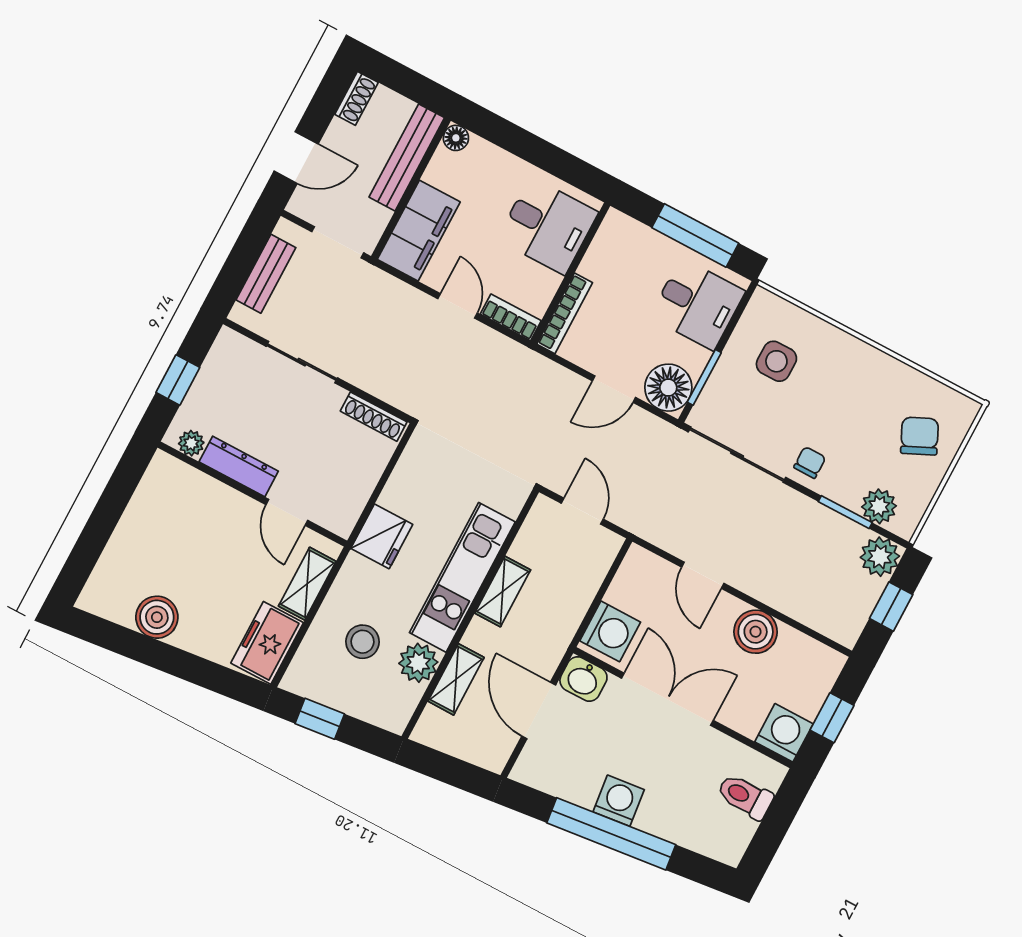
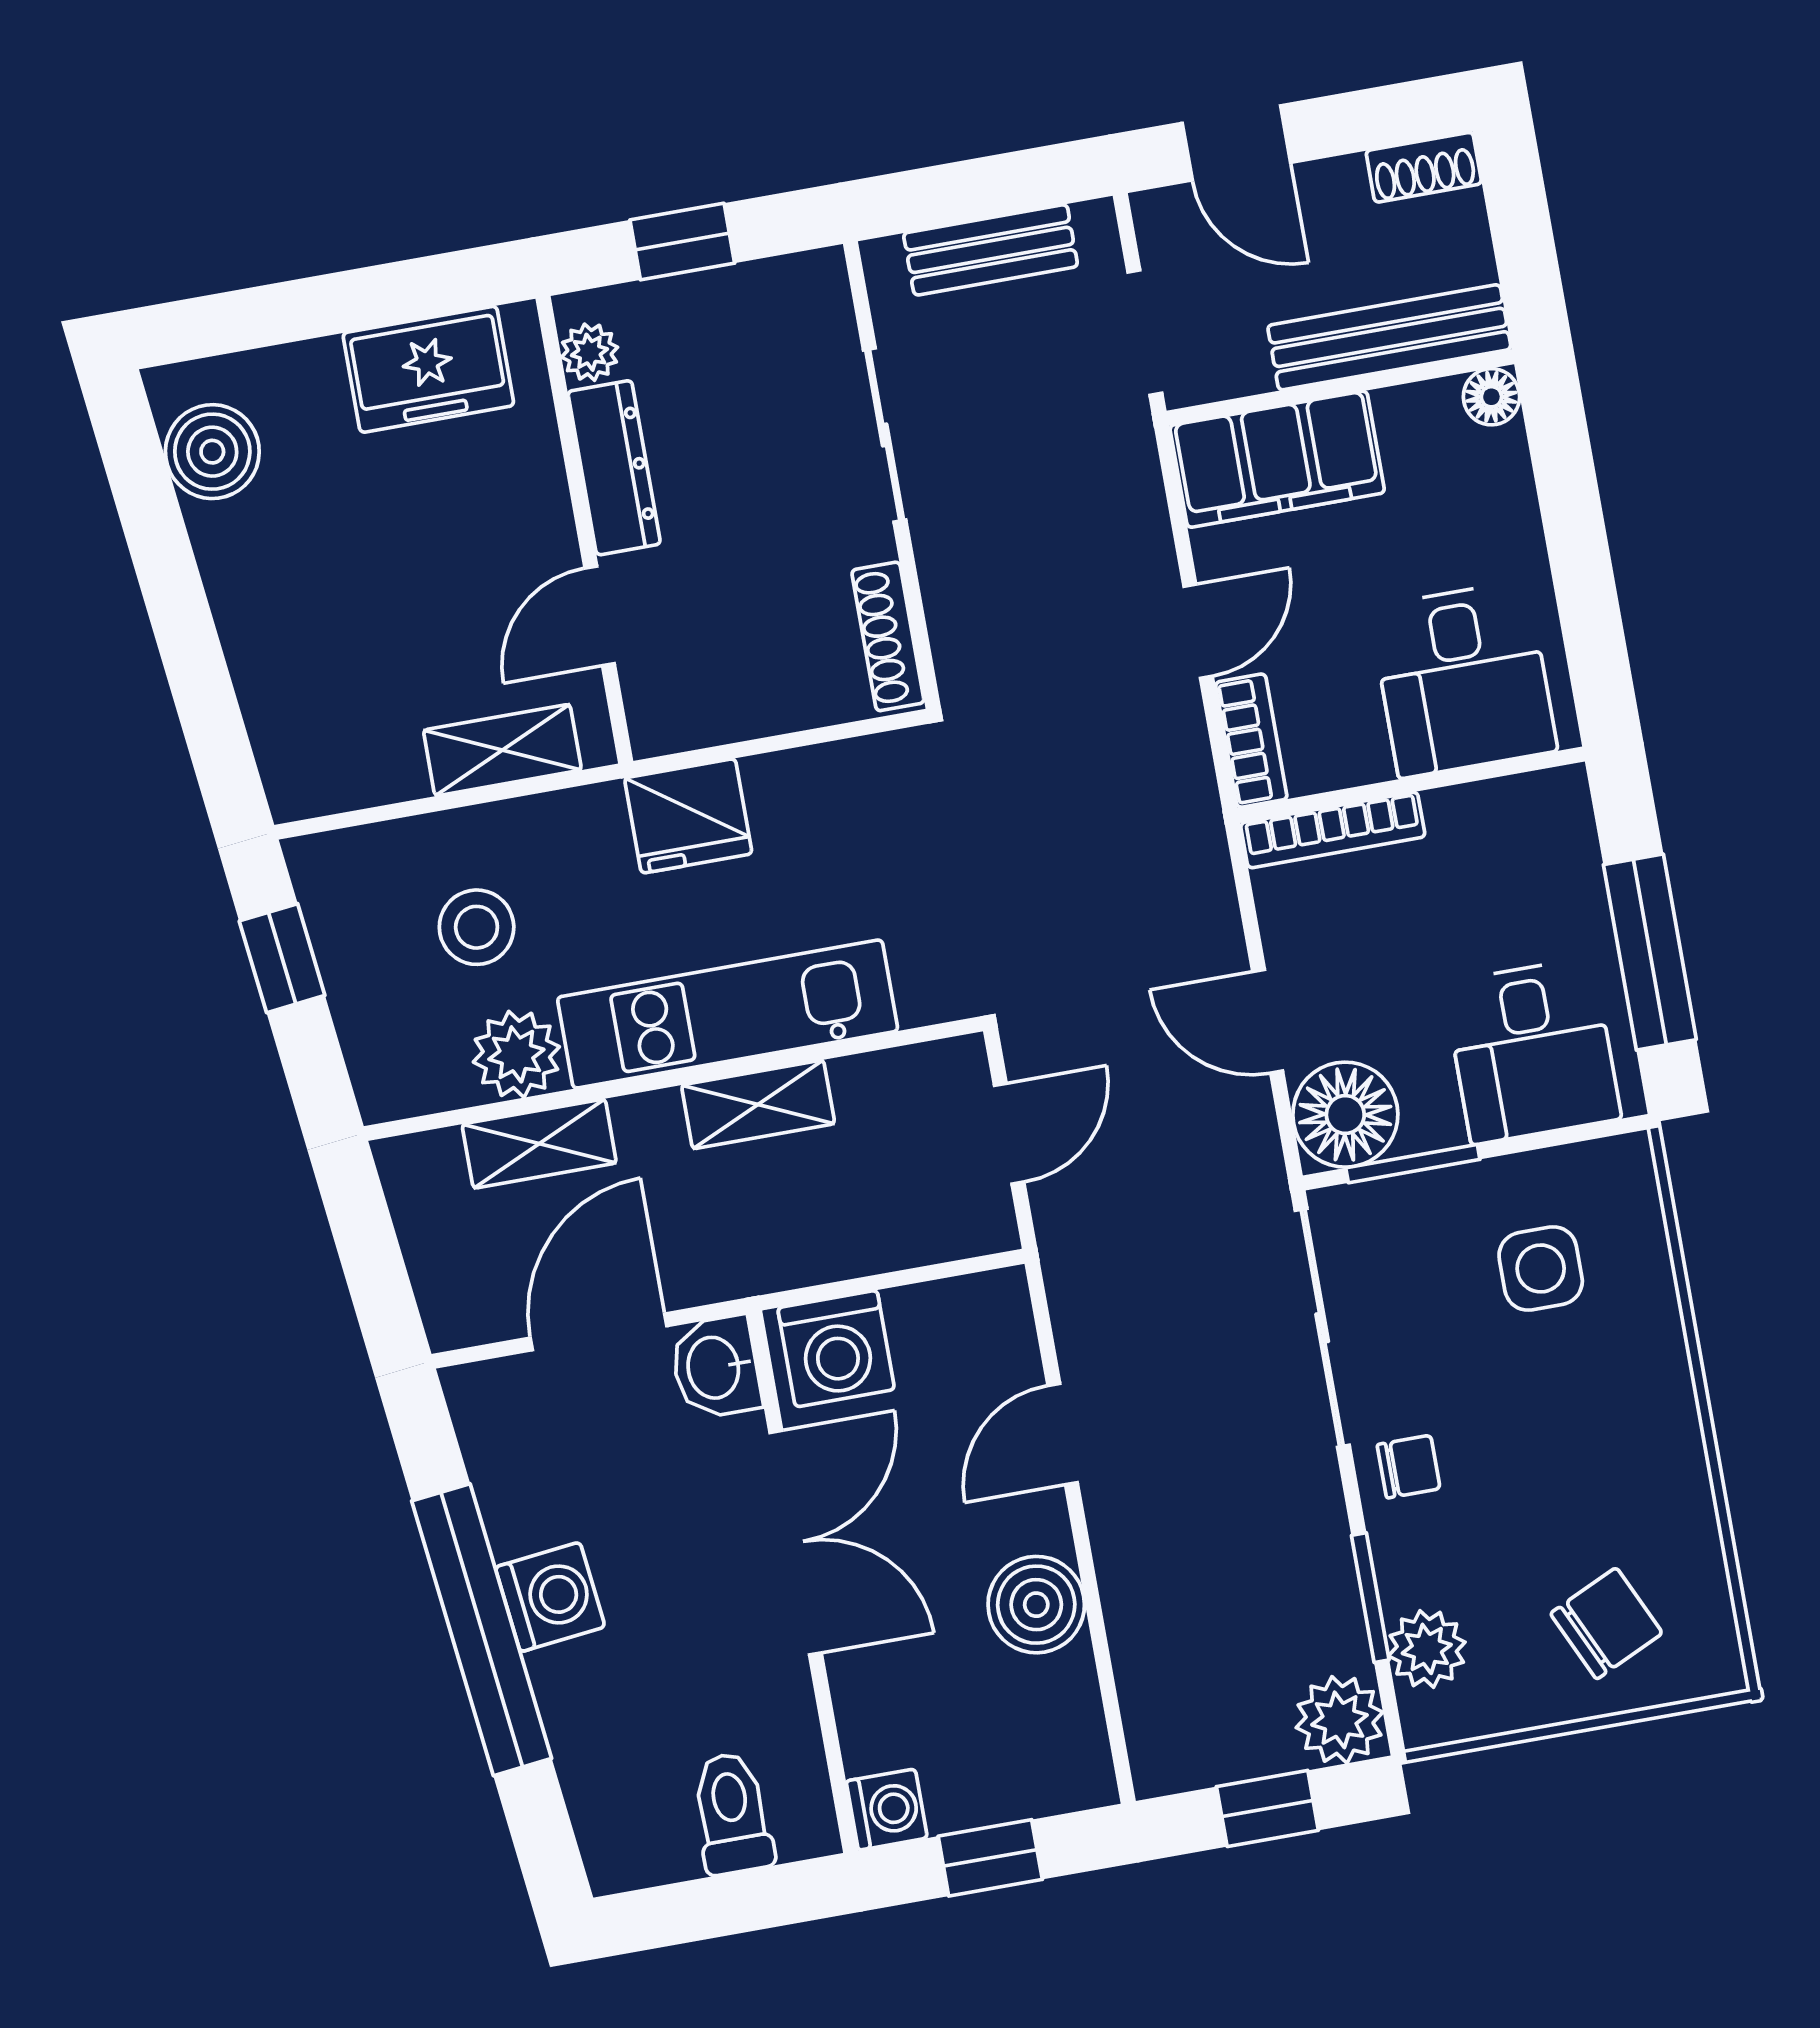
boiler: (157, 617) -> (212, 452), moved
freezer: (267, 643) -> (428, 369), moved, turned 180
washing machine: (784, 733) -> (887, 1810), width x0.73, depth x0.73

